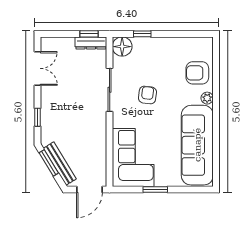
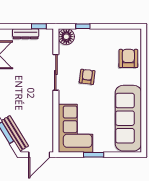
dresser: (91, 43) -> (26, 34), moved
armchair: (197, 73) -> (128, 58), turned 90
plant: (207, 98) -> (136, 79), removed

